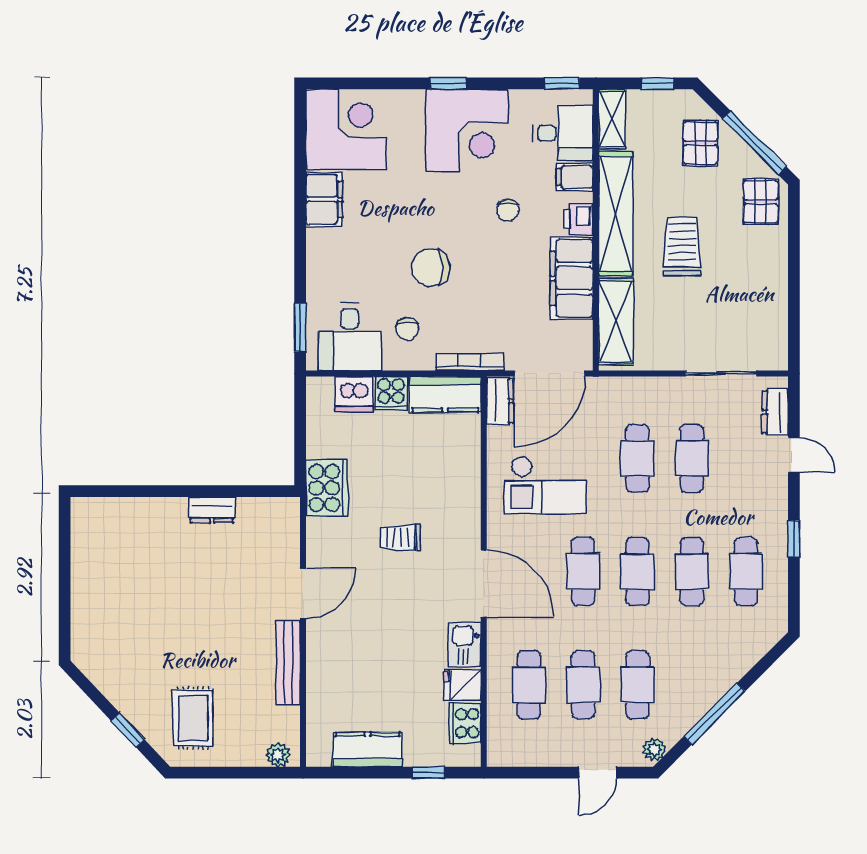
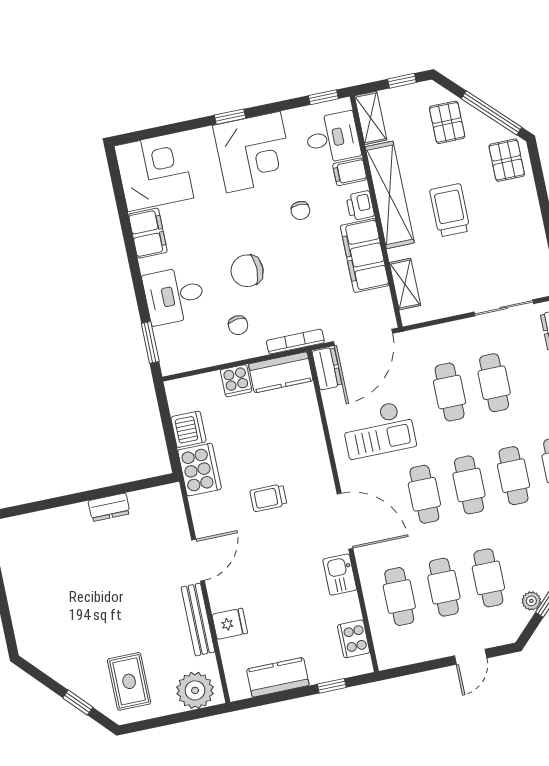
shelving: (616, 321) -> (405, 284), width x0.67, depth x0.75
desk: (350, 337) -> (174, 296), moved, turned 90
dishwasher: (354, 394) -> (188, 429), moved, turned -90
fridge: (462, 685) -> (230, 624), moved, turned 180
plant: (654, 750) -> (531, 601), moved
plant: (278, 755) -> (195, 690), width x1.88, depth x1.88

